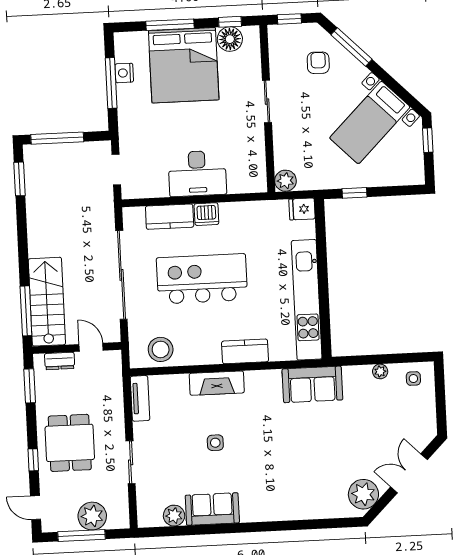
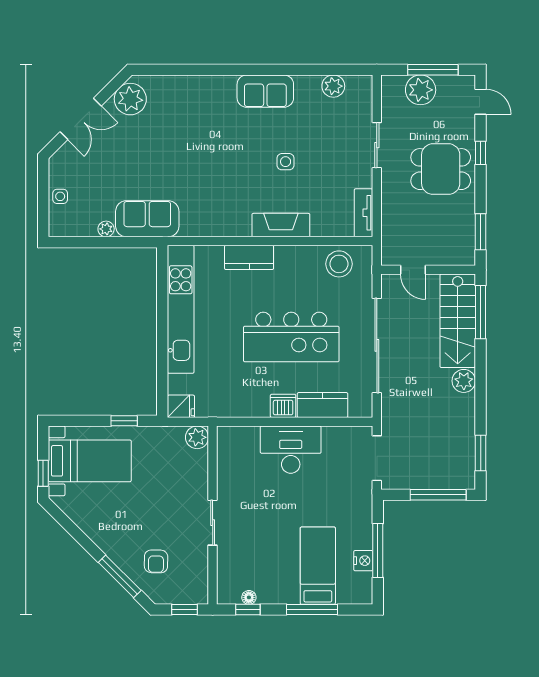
floor lamp: (230, 39) -> (249, 597), width x0.53, depth x0.53
bed: (184, 65) -> (318, 566), width x0.49
bed with nightstands: (370, 122) -> (90, 461), moved, turned 45
doorway: (116, 169) -> (377, 458), width x1.38
plant: (38, 246) -> (464, 381), added
dresser: (60, 361) -> (447, 257), removed
side table: (413, 379) -> (60, 196), moved
sofa: (312, 384) -> (147, 219), moved
dining table: (70, 443) -> (441, 169), turned 90
sofa: (212, 509) -> (265, 91), moved

